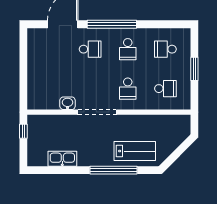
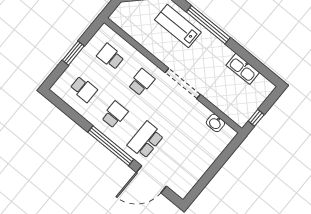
school desk: (90, 49) -> (146, 140), width x1.85
washbasin: (68, 103) -> (215, 123), moved

